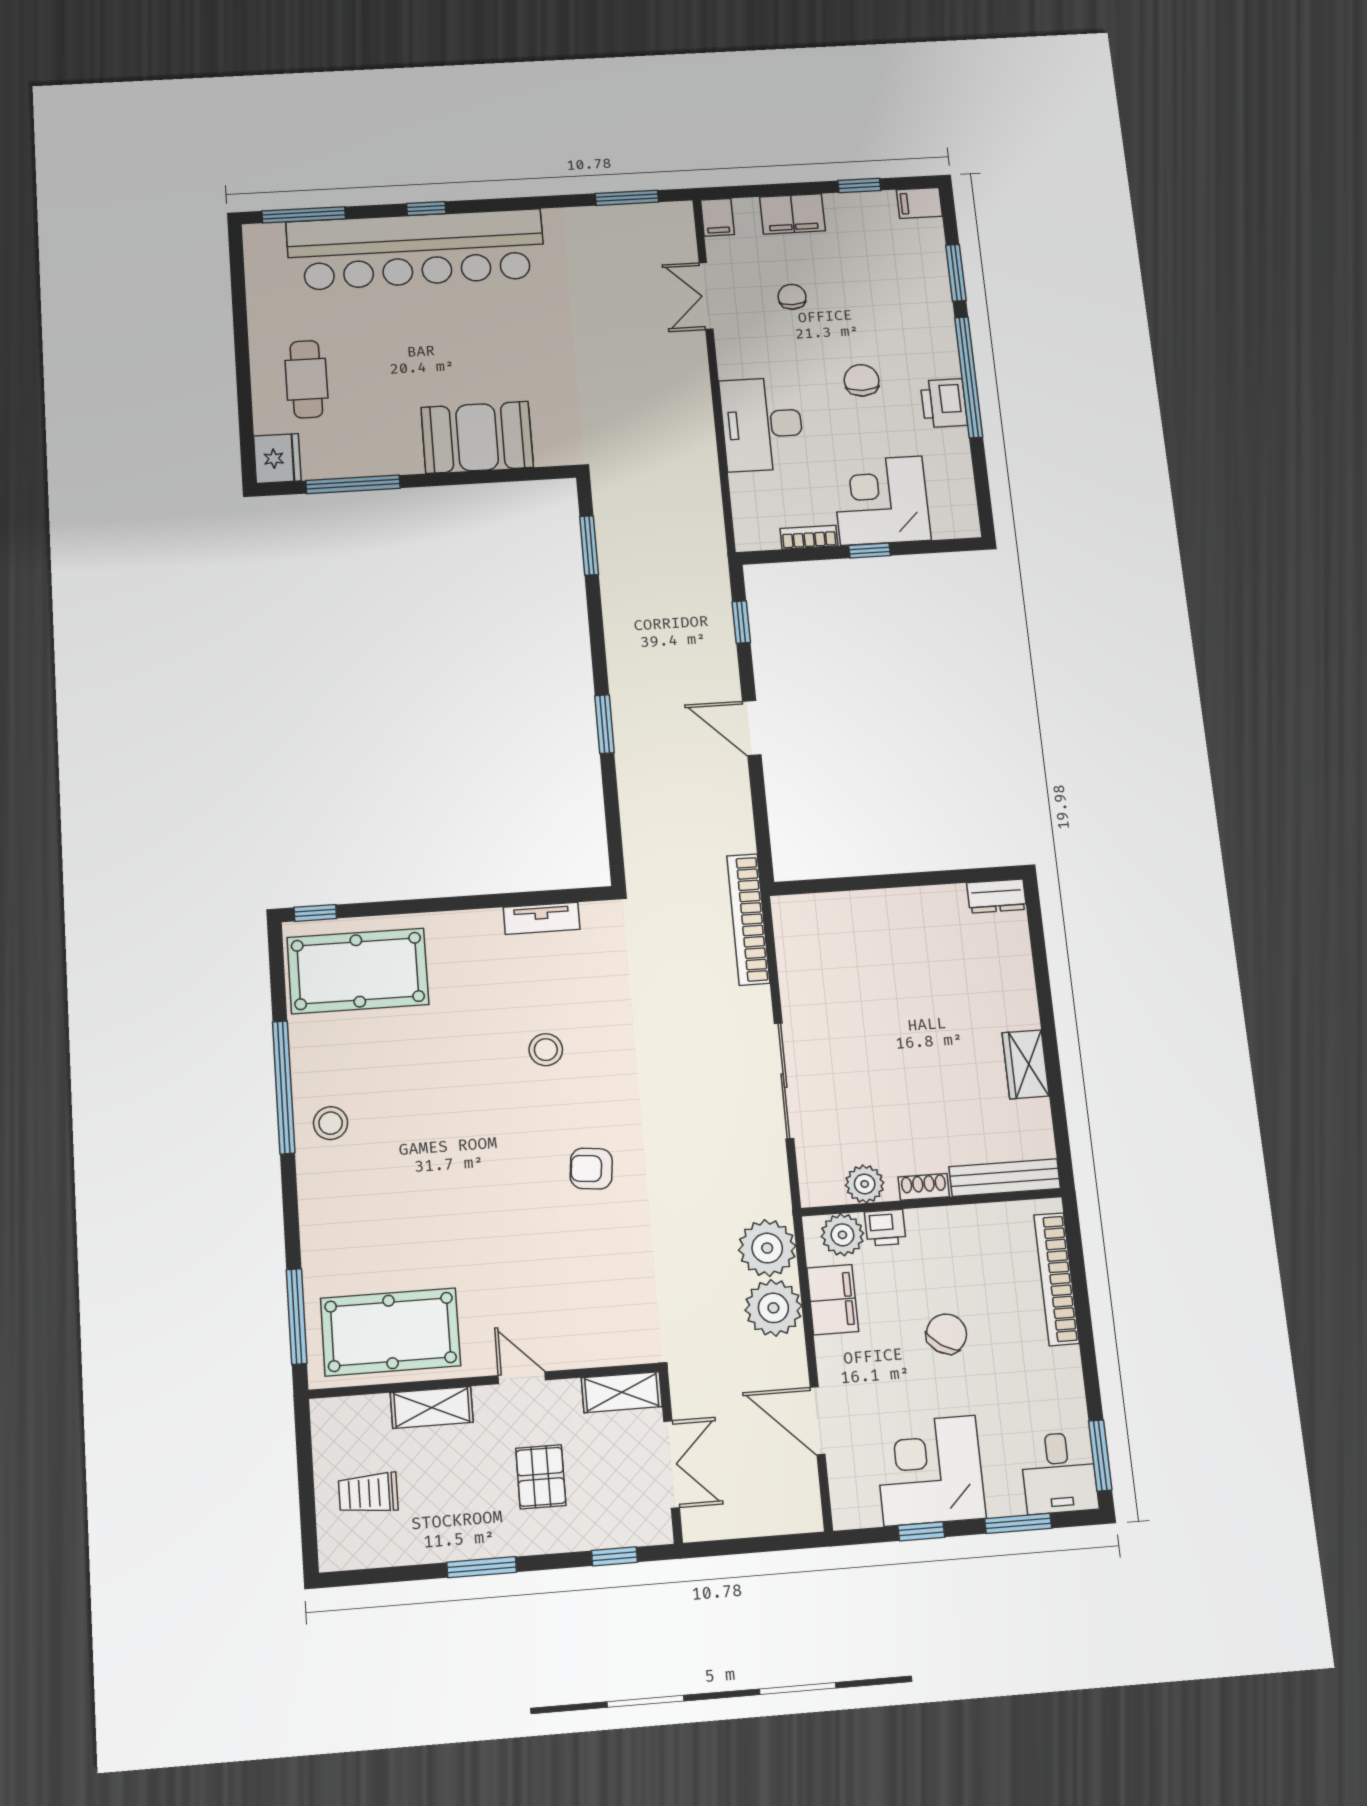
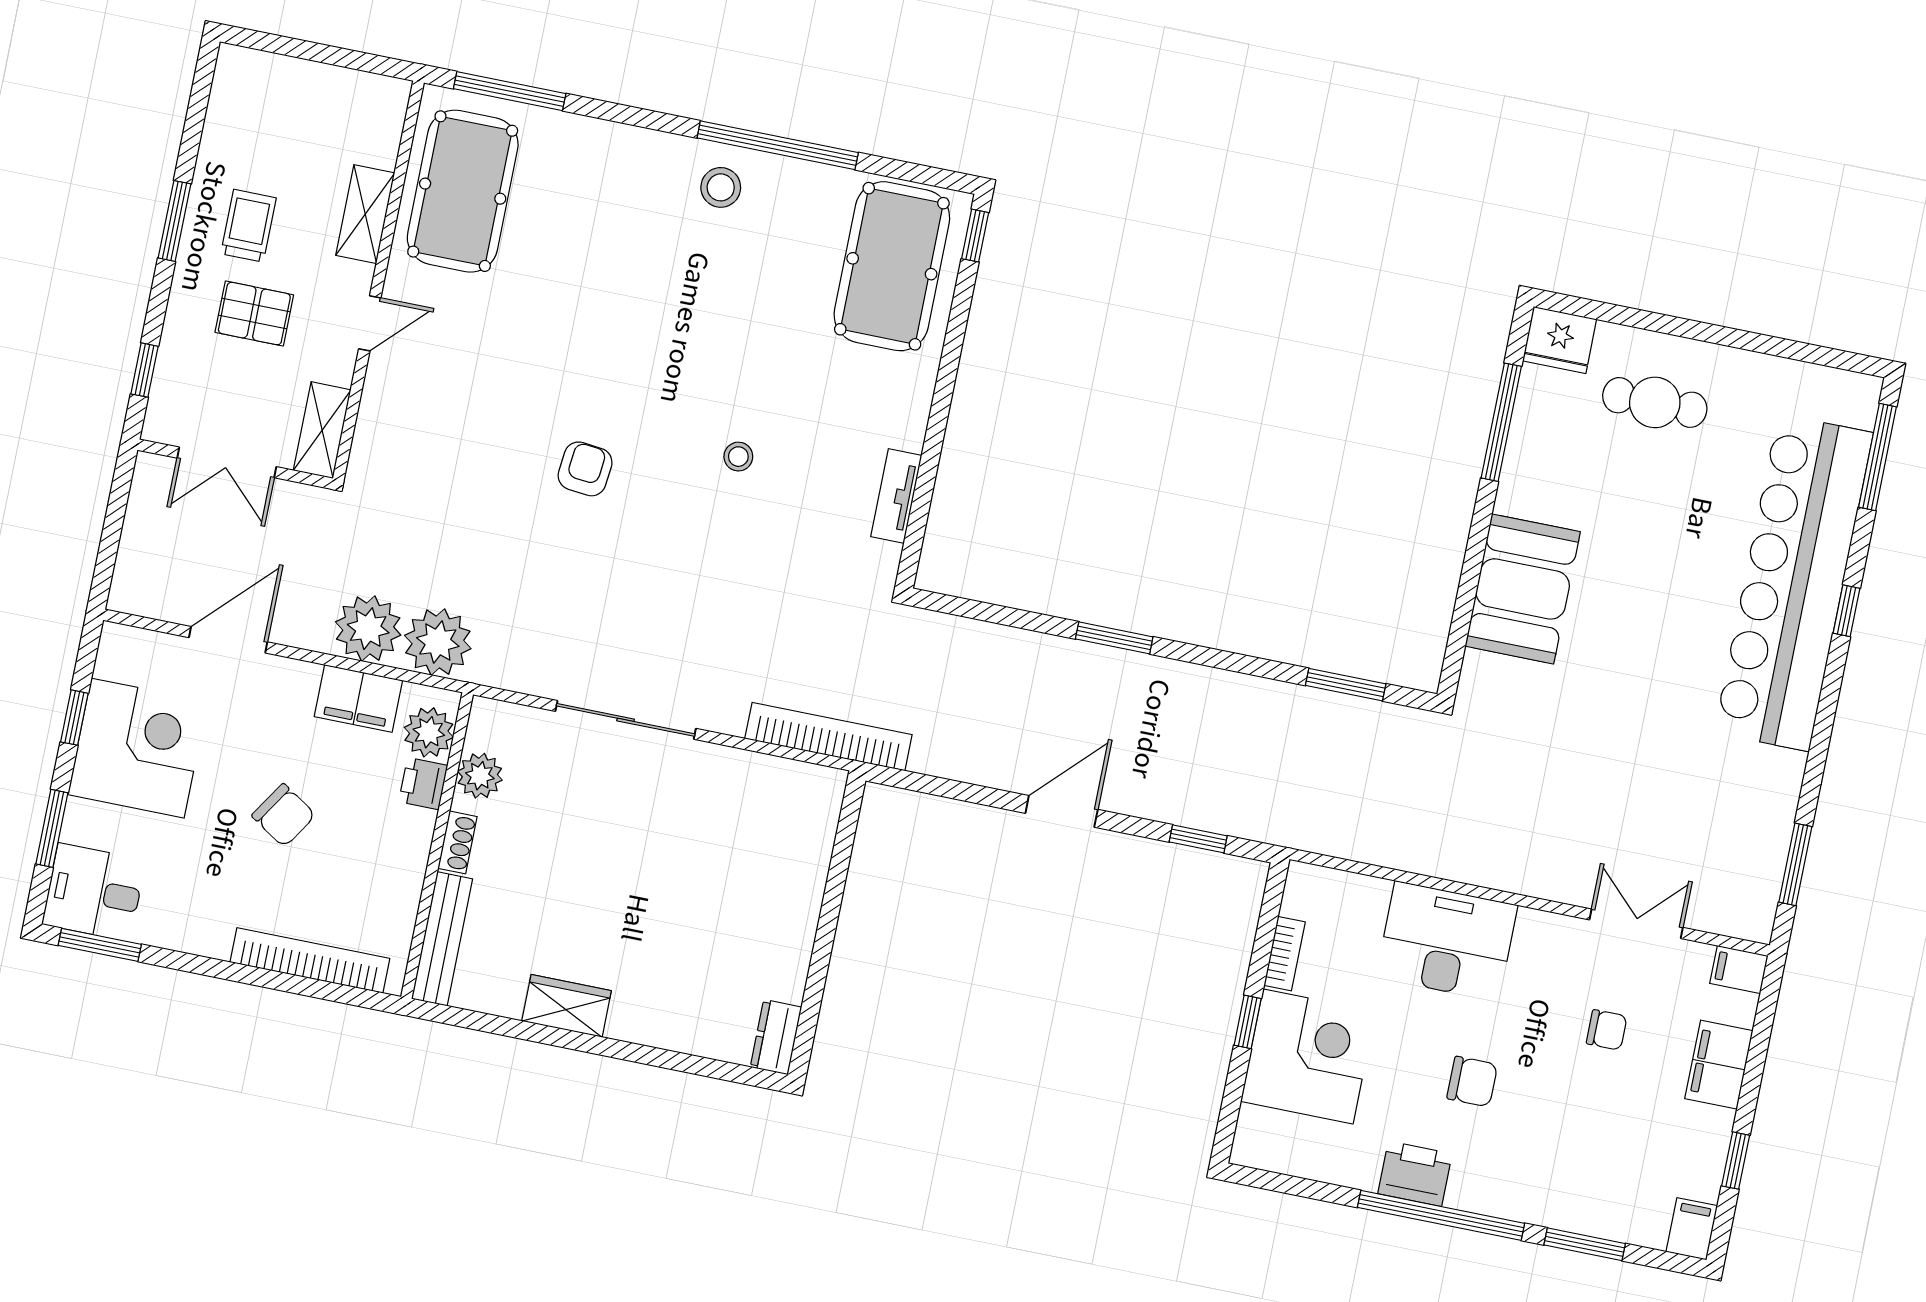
stool: (546, 1050) -> (738, 457), width x0.73, depth x0.73
trolley: (368, 1493) -> (248, 226), moved

